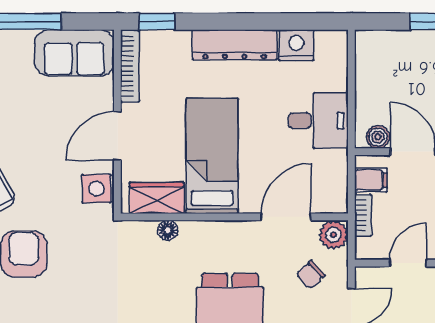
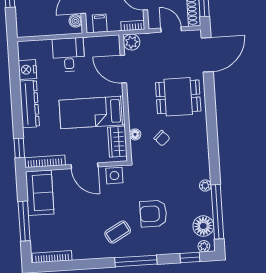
bookcase: (363, 215) -> (133, 25), moved
chair: (311, 275) -> (162, 138), moved

